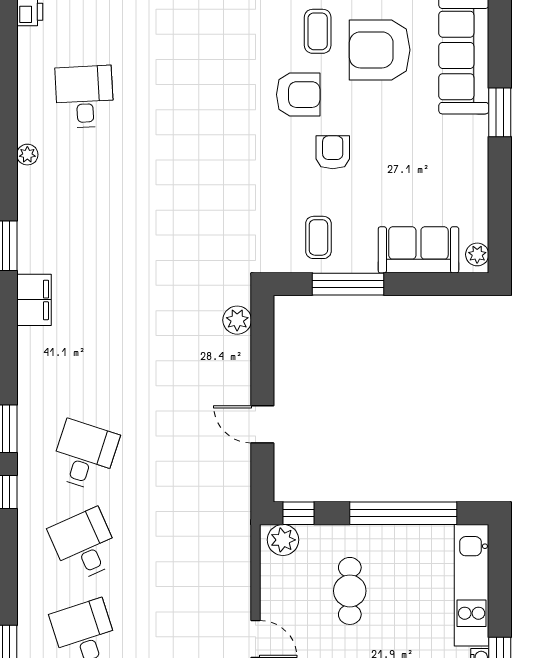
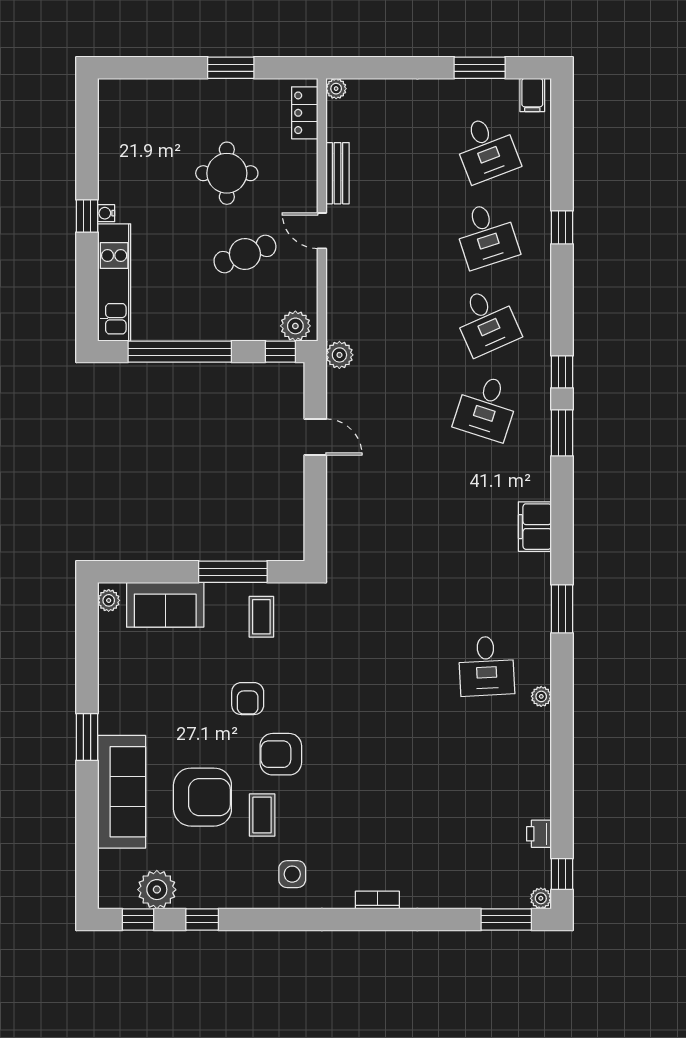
desk: (84, 97) -> (486, 666), moved
filing cabinet: (34, 300) -> (535, 527), moved
plant: (237, 320) -> (339, 355), moved
cafe table: (350, 591) -> (245, 254), moved, turned 69

